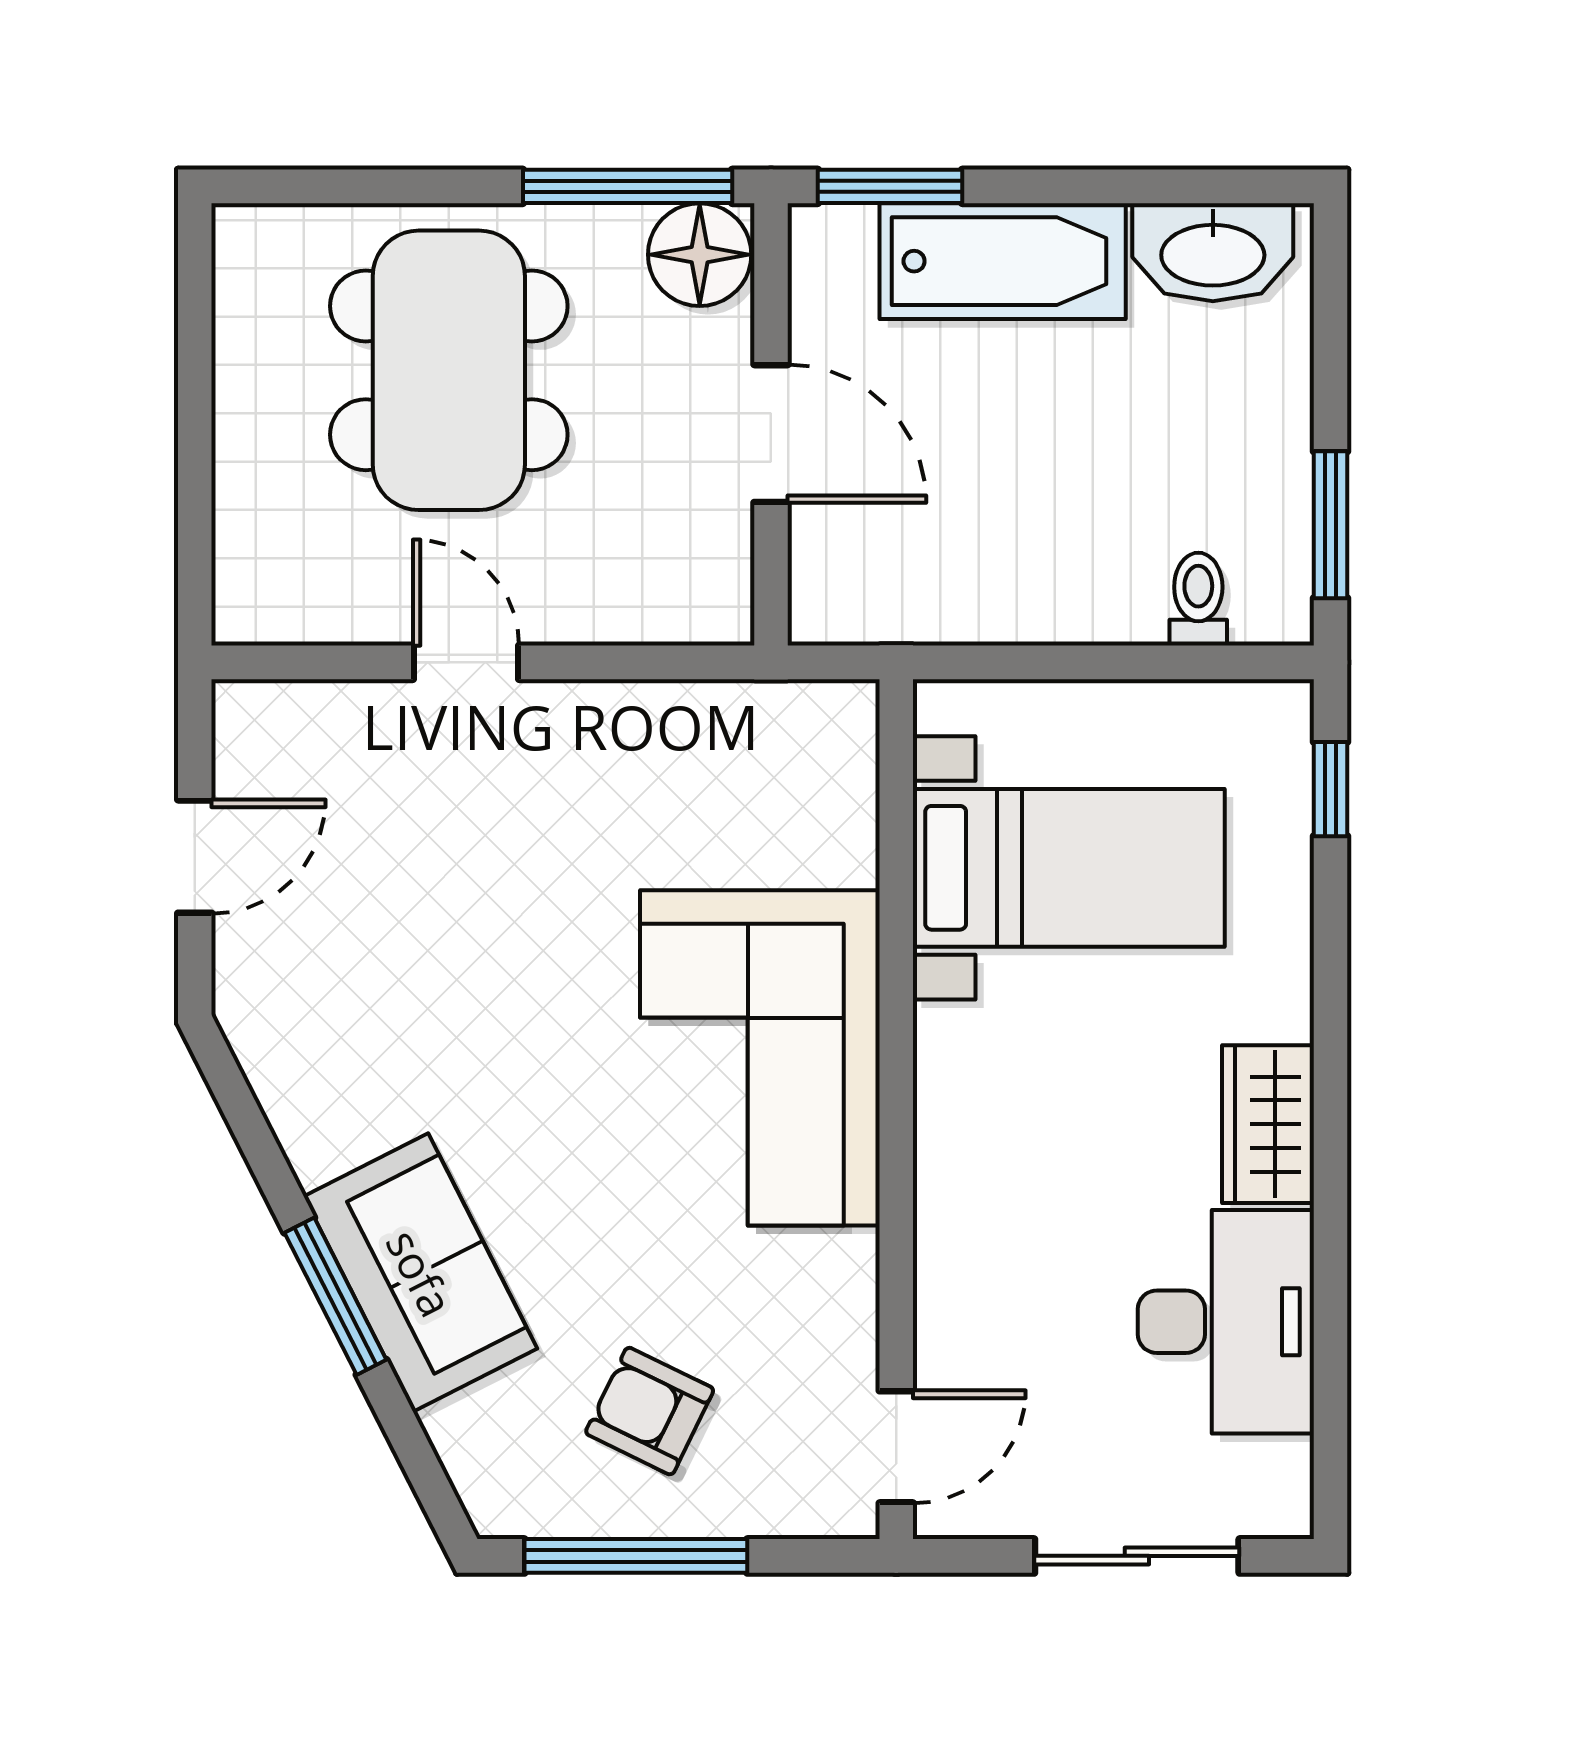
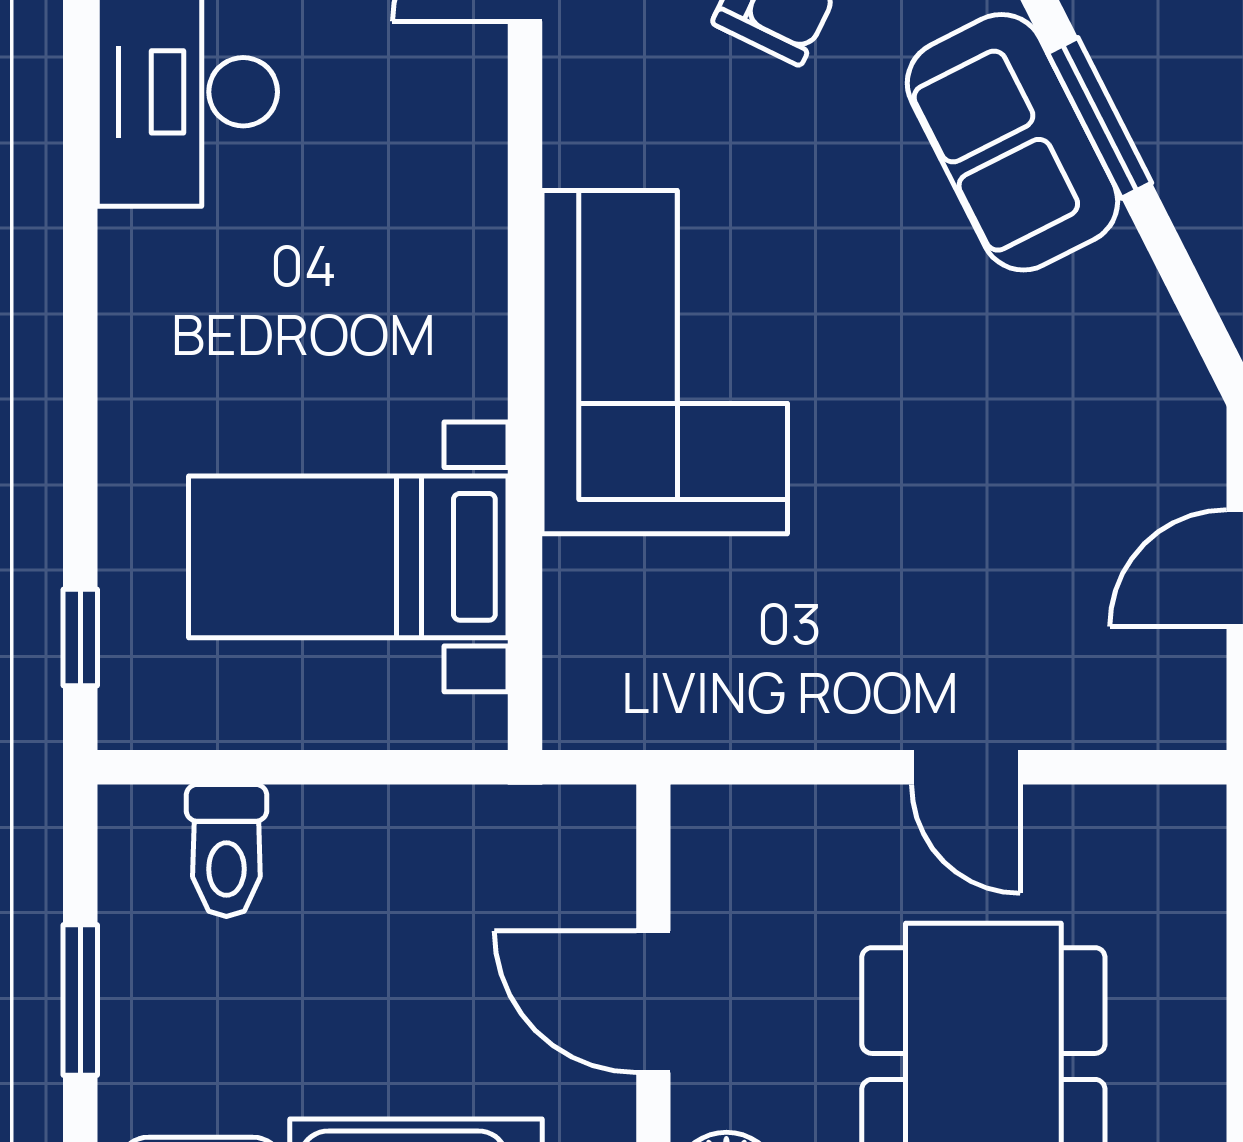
window: (1330, 525) -> (80, 1000), moved
toilet: (1198, 599) -> (226, 850), width x1.37, depth x1.39
wardrobe: (1268, 1124) -> (144, 294), removed

